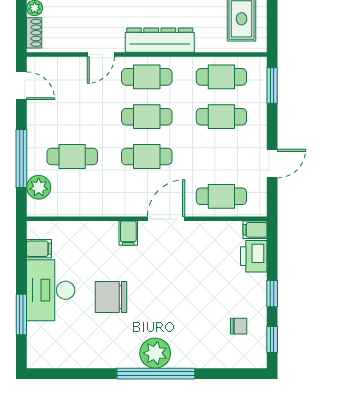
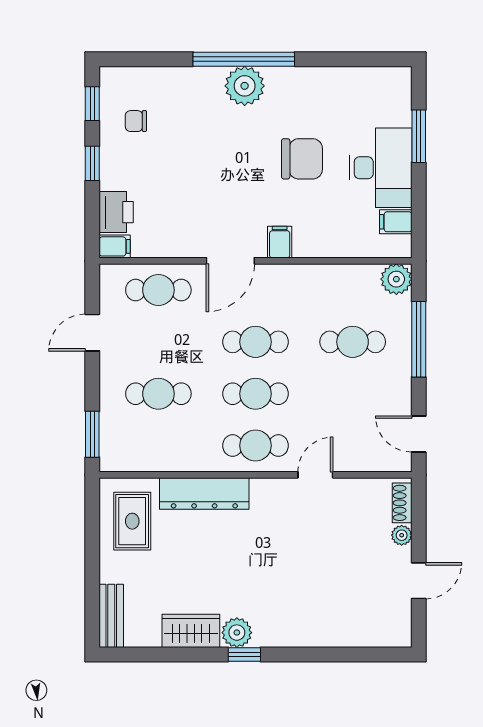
dresser: (160, 40) -> (204, 493), moved
cafe table: (221, 77) -> (158, 446), removed
plant: (39, 187) -> (396, 279), moved

